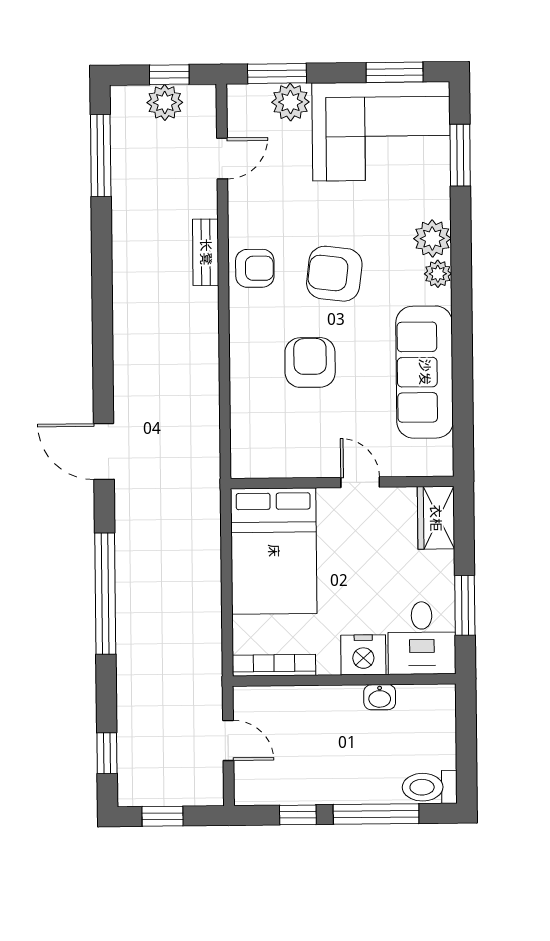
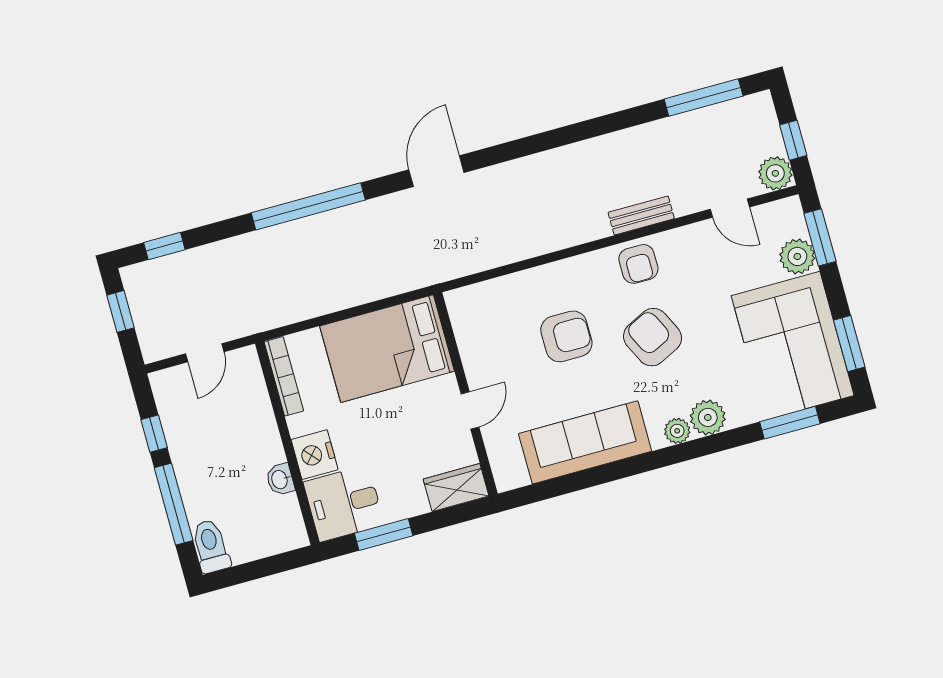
plant: (165, 102) -> (775, 173), moved
armchair: (334, 274) -> (653, 337), turned -33

